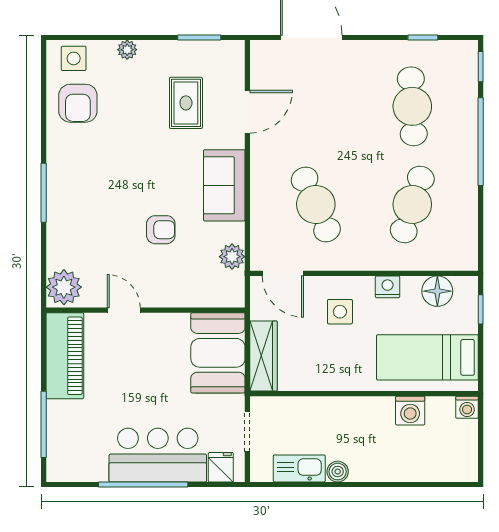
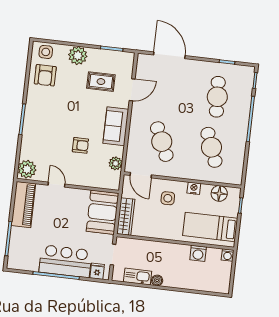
plant: (127, 50) -> (78, 56), width x1.87, depth x1.87
rug: (186, 103) -> (101, 82), turned 90
cafe table: (412, 204) -> (211, 147), turned -39

